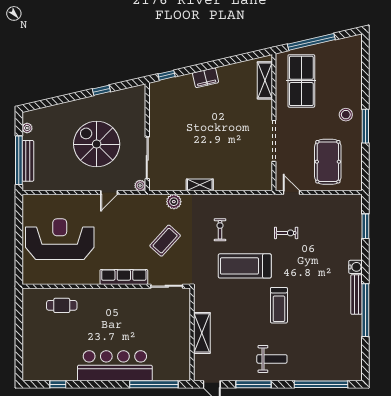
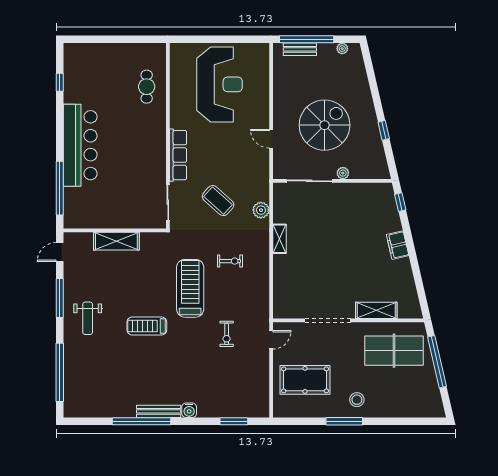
shelving: (265, 80) -> (376, 310), moved
bench: (28, 161) -> (300, 49), width x0.73
plant: (140, 186) -> (343, 173), moved

